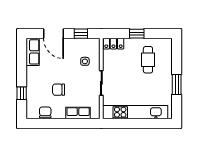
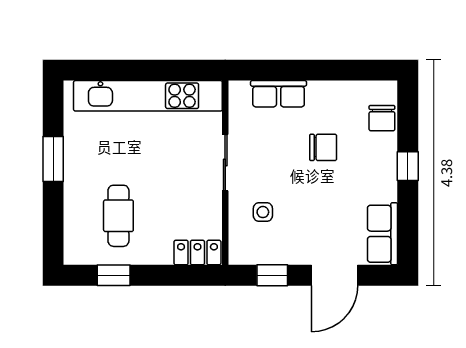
door: (54, 34) -> (334, 275), swing flipped
window: (137, 34) -> (114, 275), moved
window: (22, 93) -> (408, 166), moved
chair: (45, 112) -> (382, 118), moved

